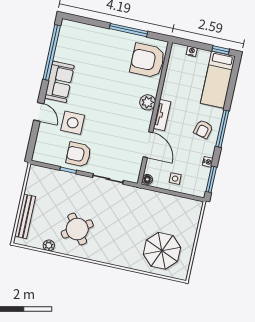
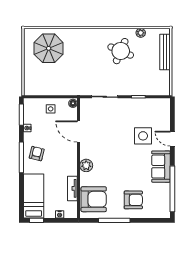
tv unit: (162, 115) -> (72, 188), moved
armchair: (79, 154) -> (133, 200), moved
round table: (77, 229) -> (121, 51), turned -32

